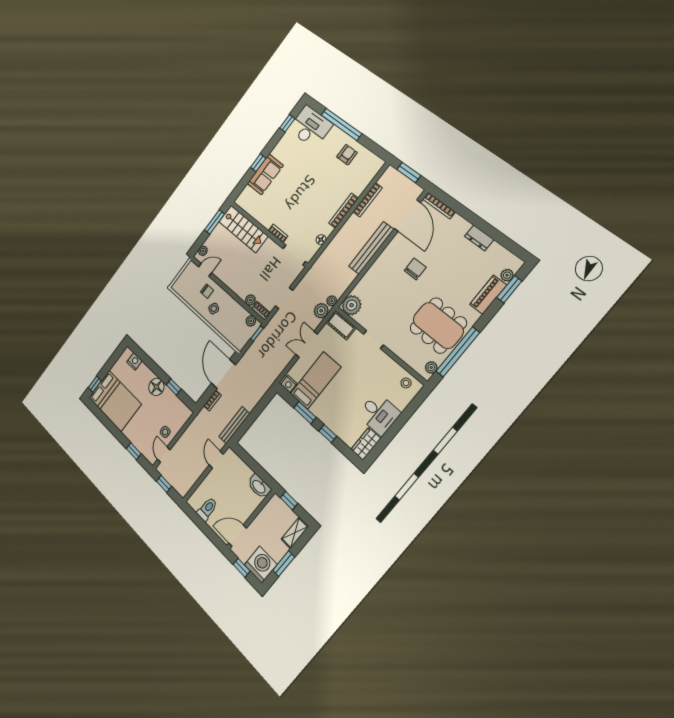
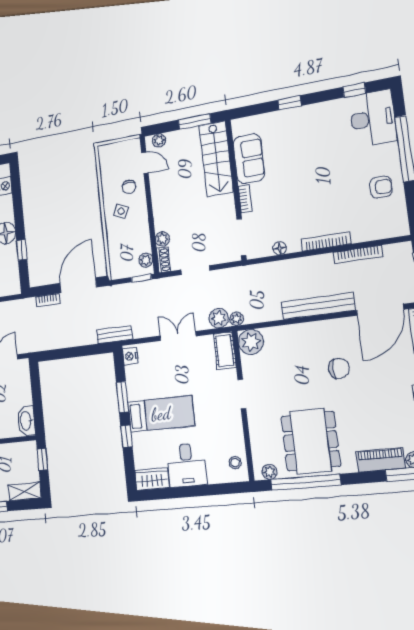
sofa: (265, 174) -> (249, 159), moved, turned -90
bed: (316, 380) -> (161, 414), moved
bench: (234, 425) -> (115, 335), moved, width x0.73

